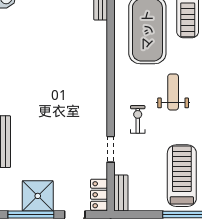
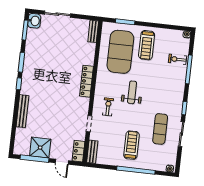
locker: (99, 83) -> (87, 81), added
treadmill: (182, 176) -> (132, 145), width x0.73, depth x0.73

